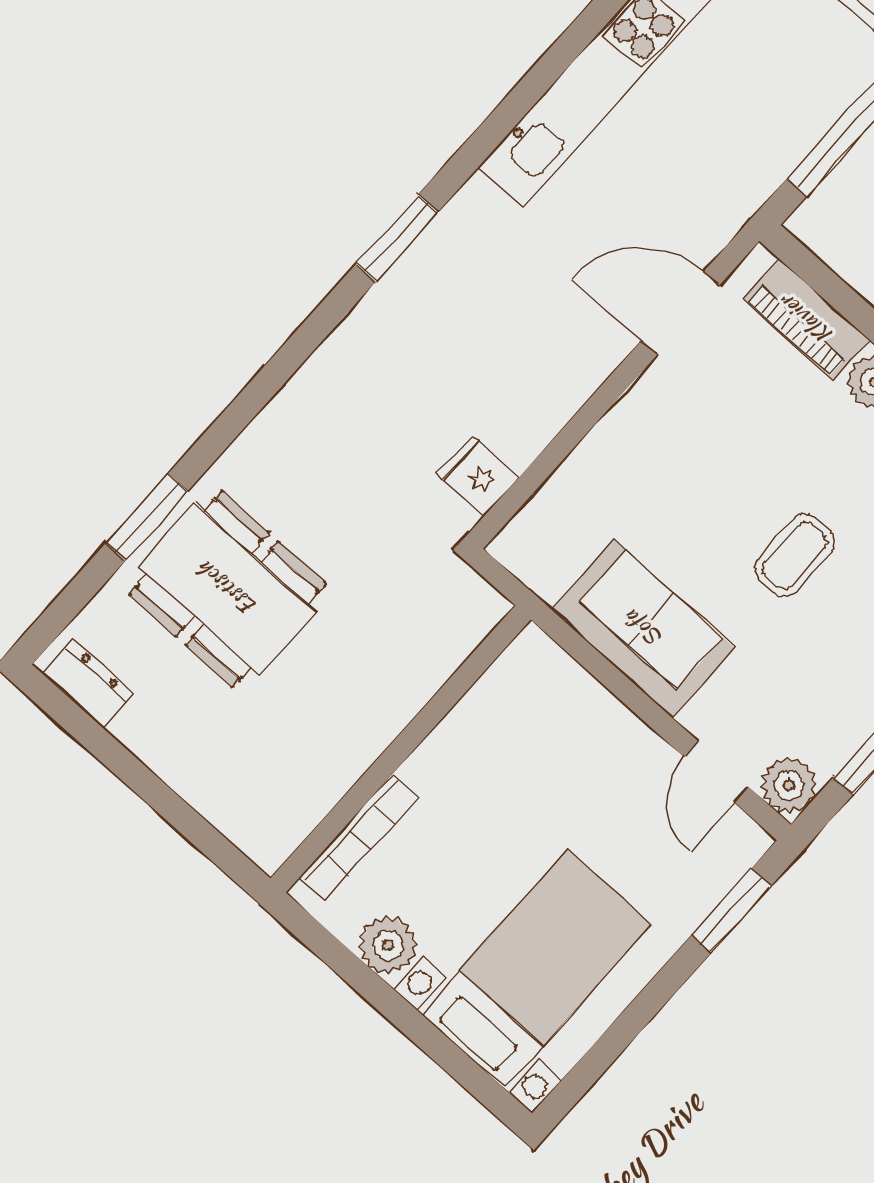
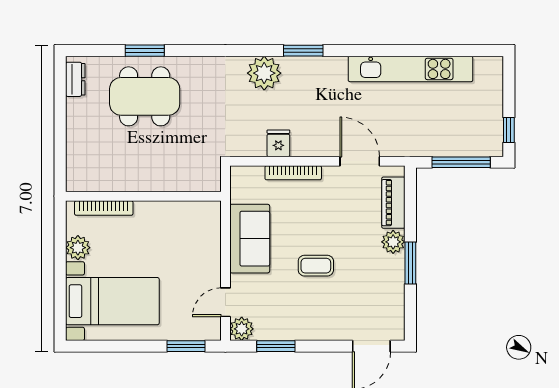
plant: (375, 342) -> (264, 73), added
bookcase: (596, 448) -> (293, 173), added
fridge: (478, 475) -> (278, 143), moved
dining table: (227, 589) -> (145, 96), turned 90

